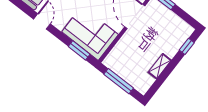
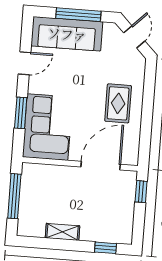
window: (79, 50) -> (21, 113), moved

